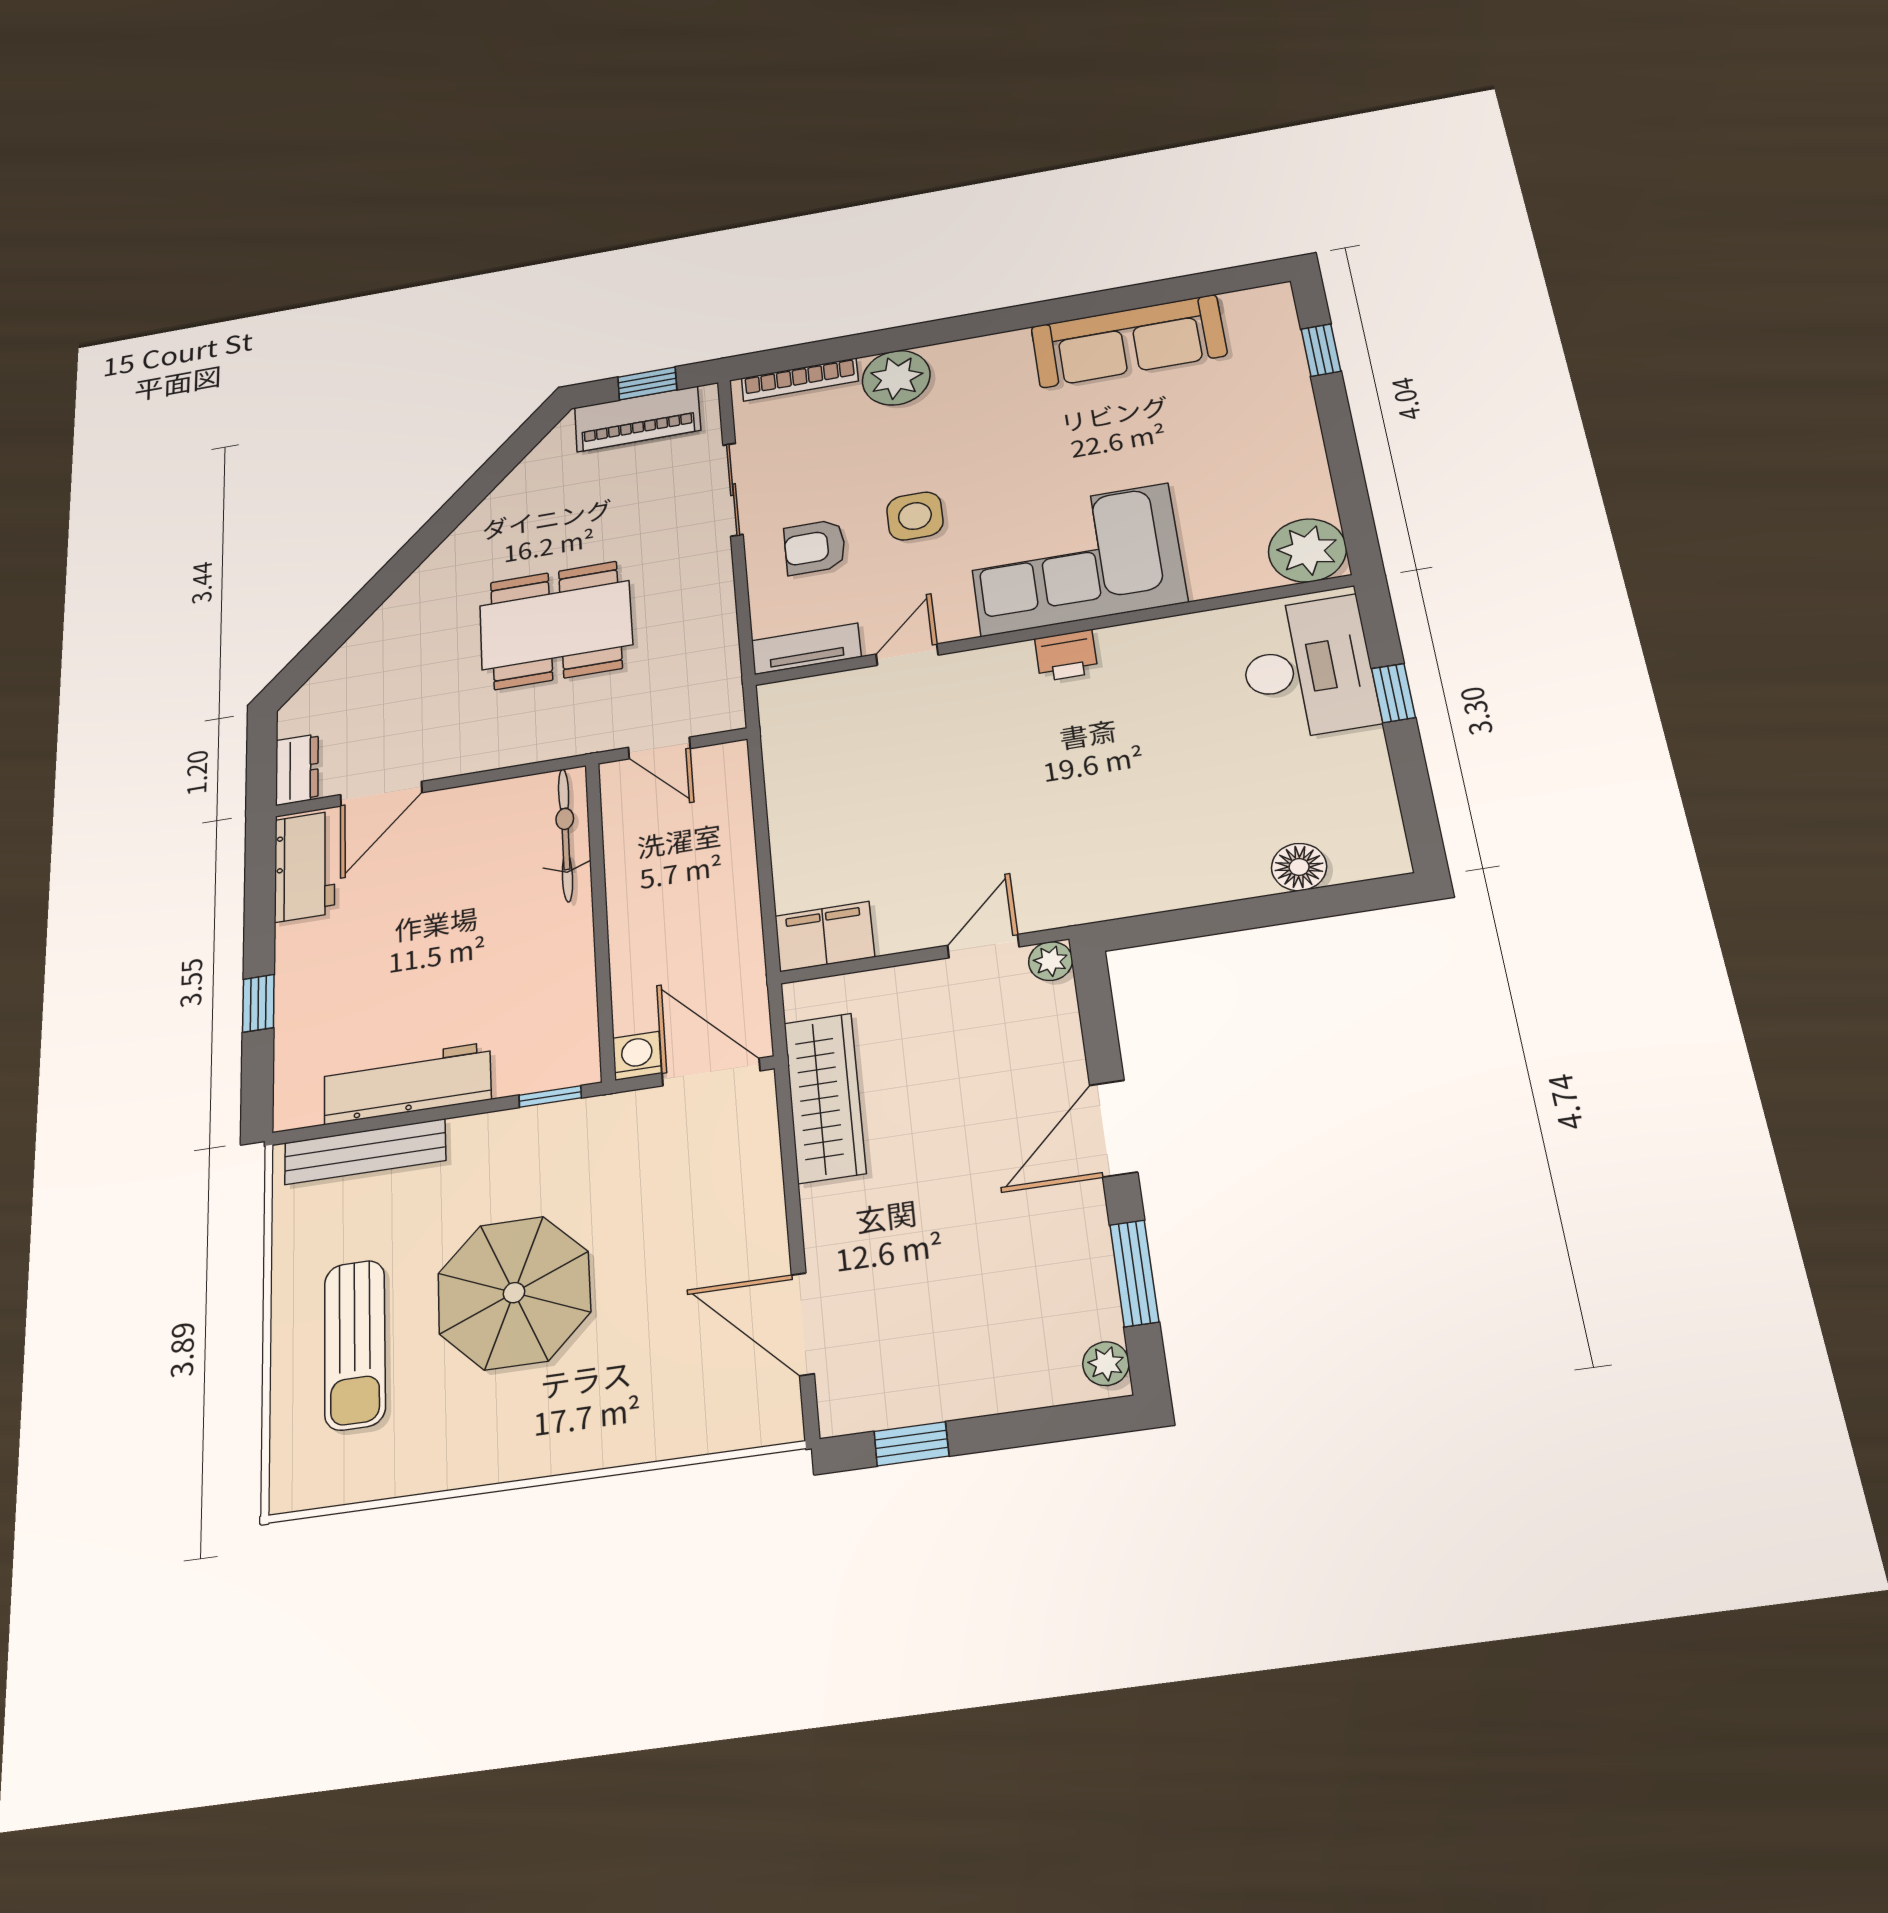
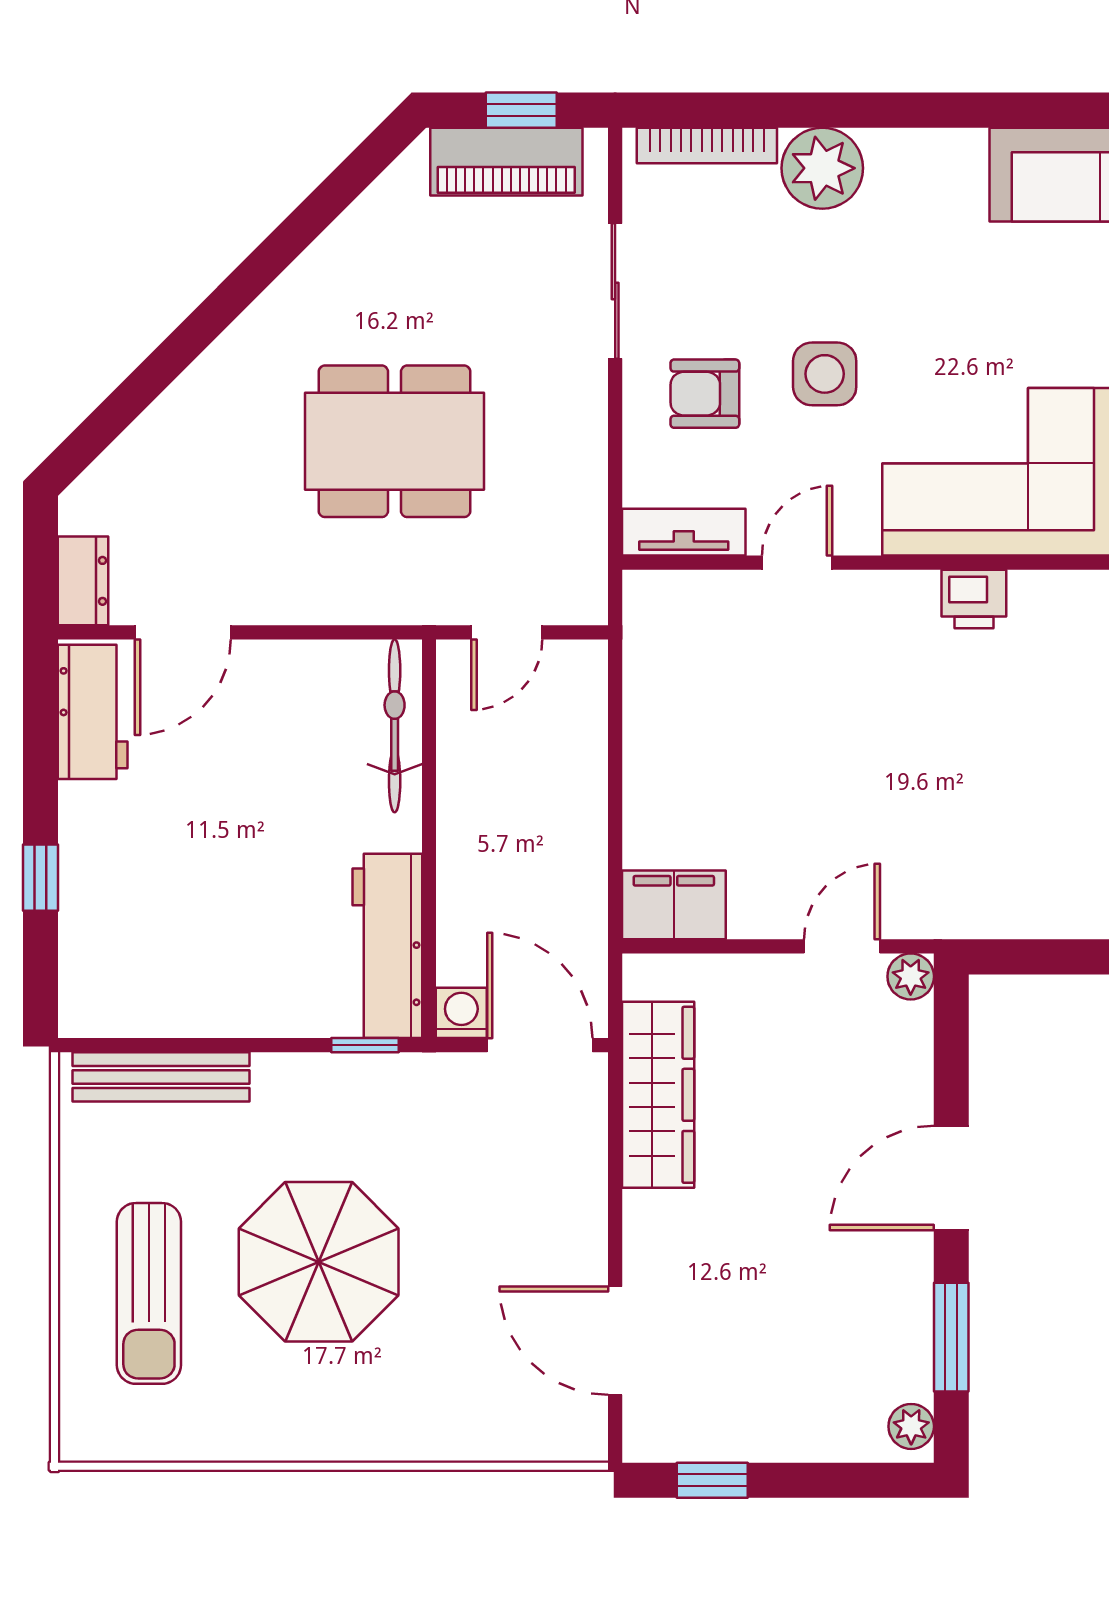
door: (659, 748) -> (507, 632), hinge flipped
workbench: (407, 1083) -> (387, 946), moved, turned -90

